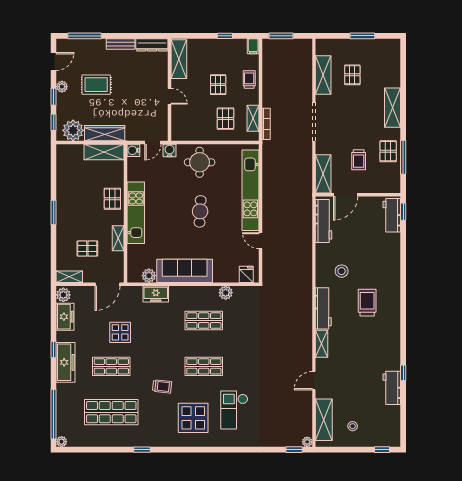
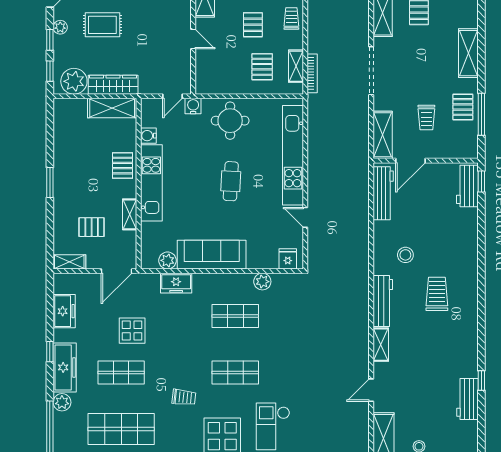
water cooler: (133, 150) -> (148, 136), moved
plant: (63, 295) -> (62, 402), moved

